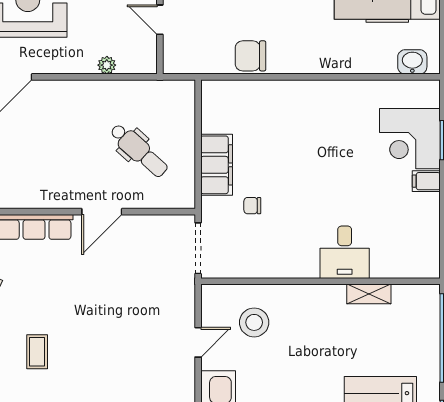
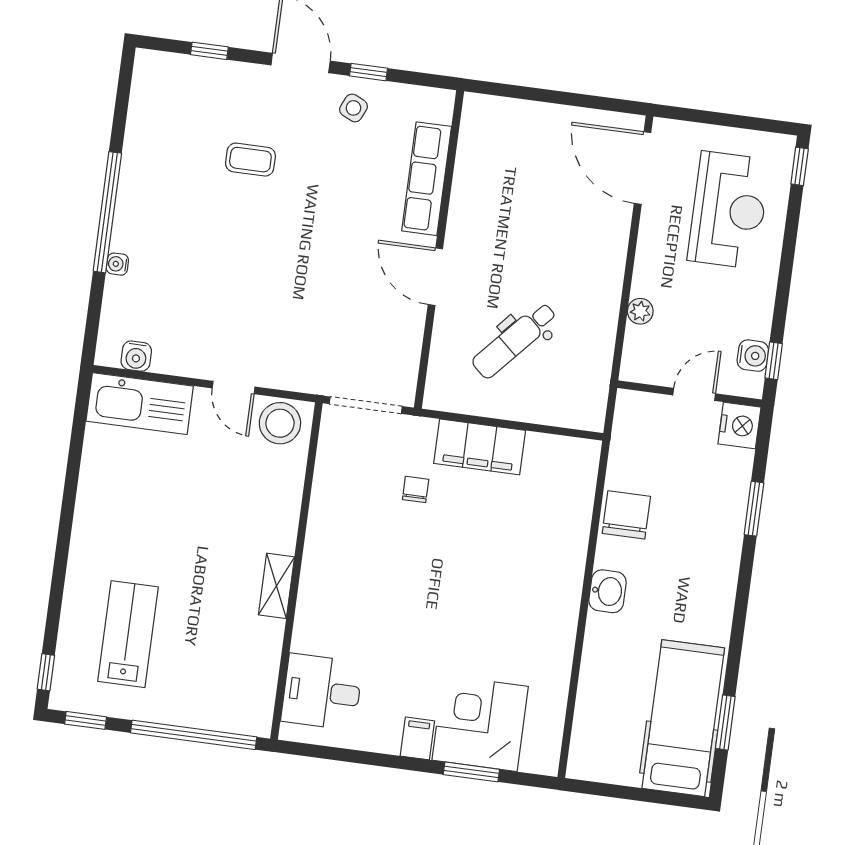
washbasin: (412, 62) -> (607, 591), moved
desk: (345, 252) -> (322, 692), moved
shelving: (369, 294) -> (276, 586), moved
stool: (254, 322) -> (280, 423), moved

